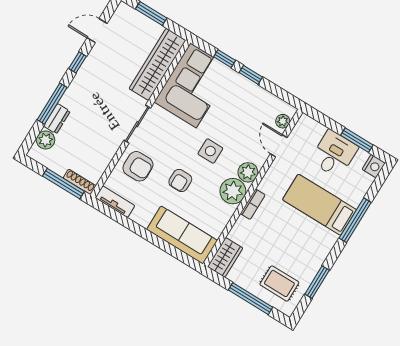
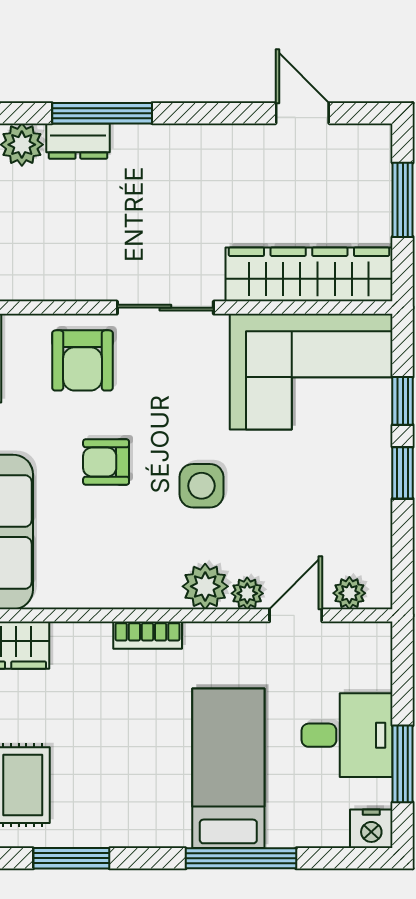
window: (77, 62) -> (215, 113), removed
plant: (233, 191) -> (247, 593), moved, width x0.53, depth x0.53

